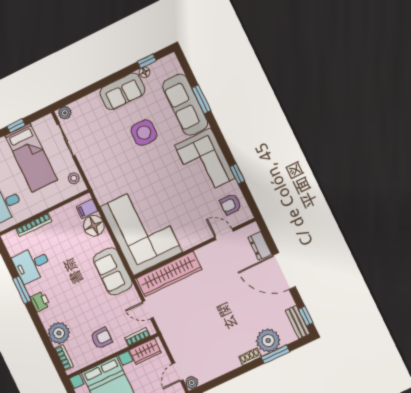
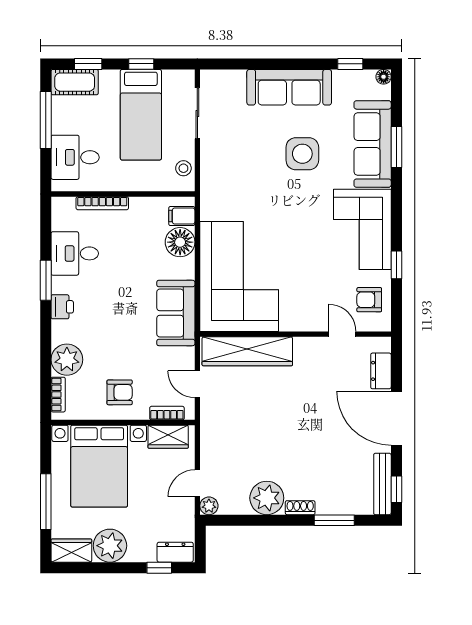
floor lamp: (144, 72) -> (384, 77), moved
sofa: (122, 91) -> (289, 87), width x1.36
plant: (65, 113) -> (213, 78), removed
bench: (298, 322) -> (382, 484), width x1.36
plant: (268, 341) -> (267, 498), moved

